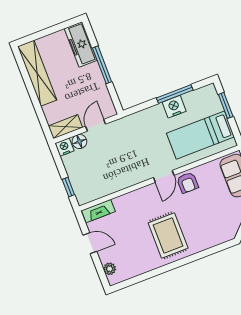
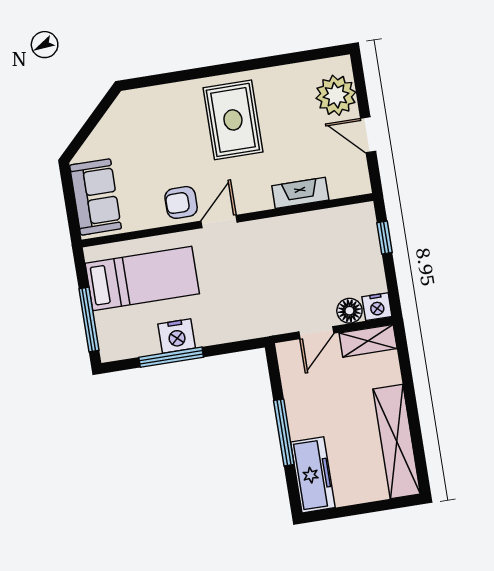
window: (226, 105) -> (89, 320), width x1.44
armchair: (188, 183) -> (181, 202), turned -90
fireplace: (98, 211) -> (300, 193), moved
plant: (110, 269) -> (336, 95), width x1.88, depth x1.88

